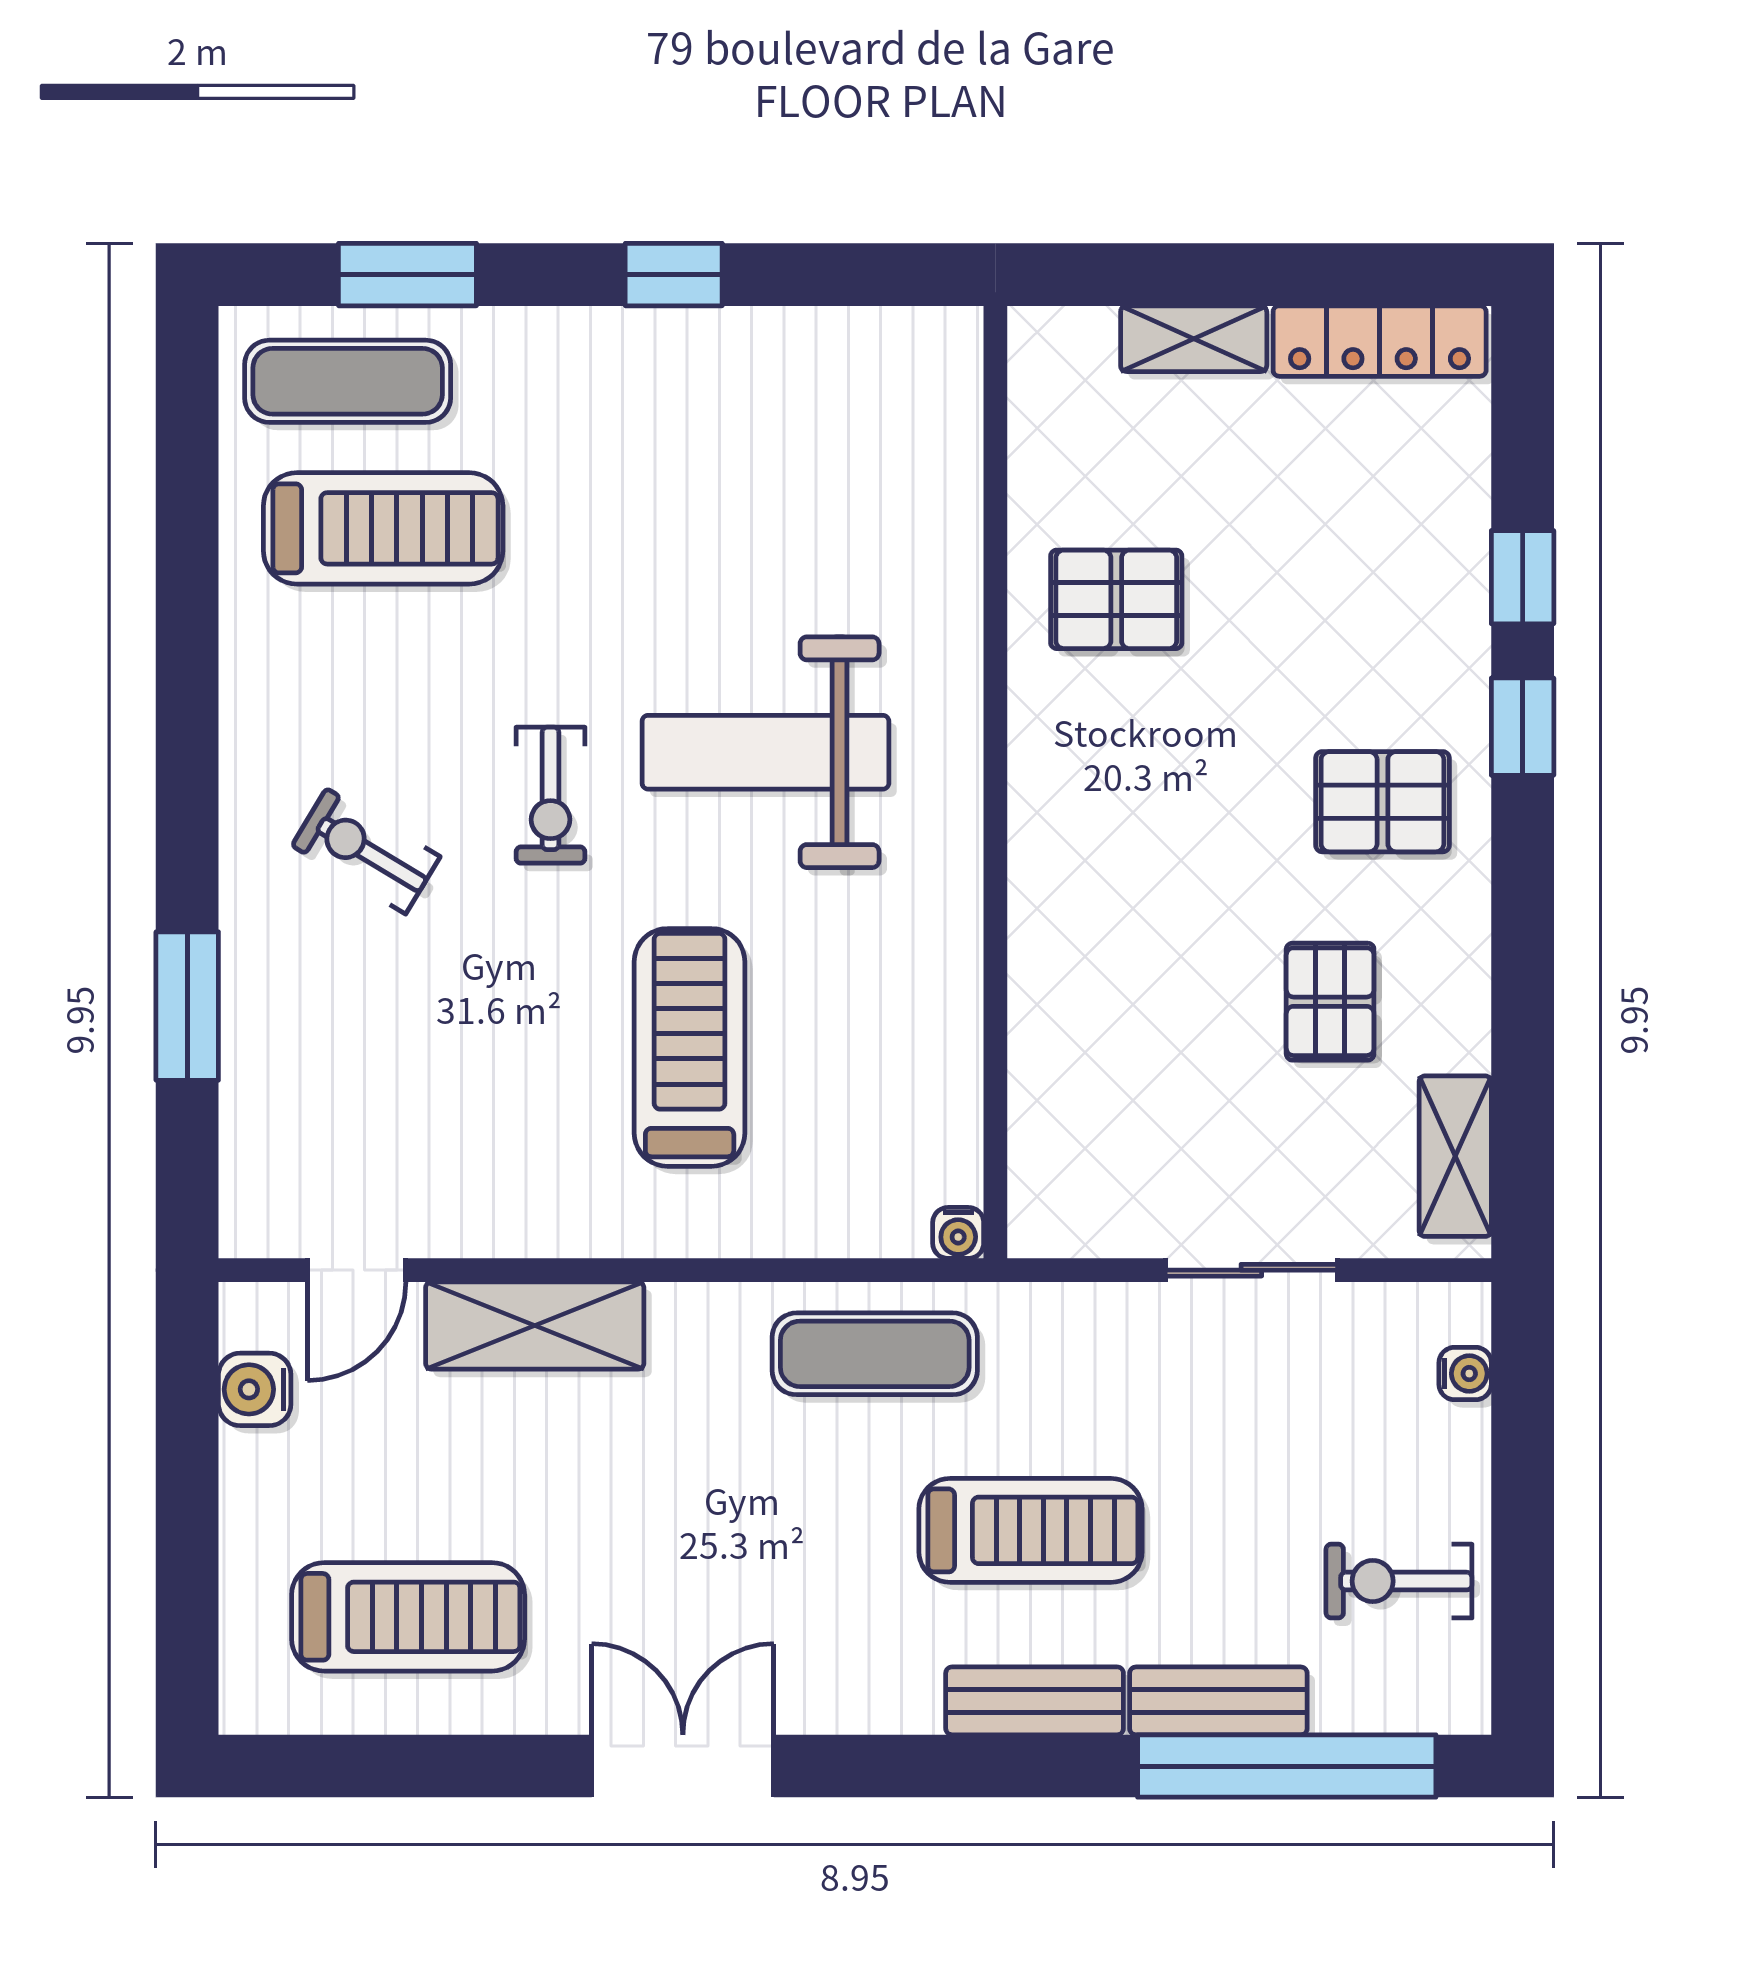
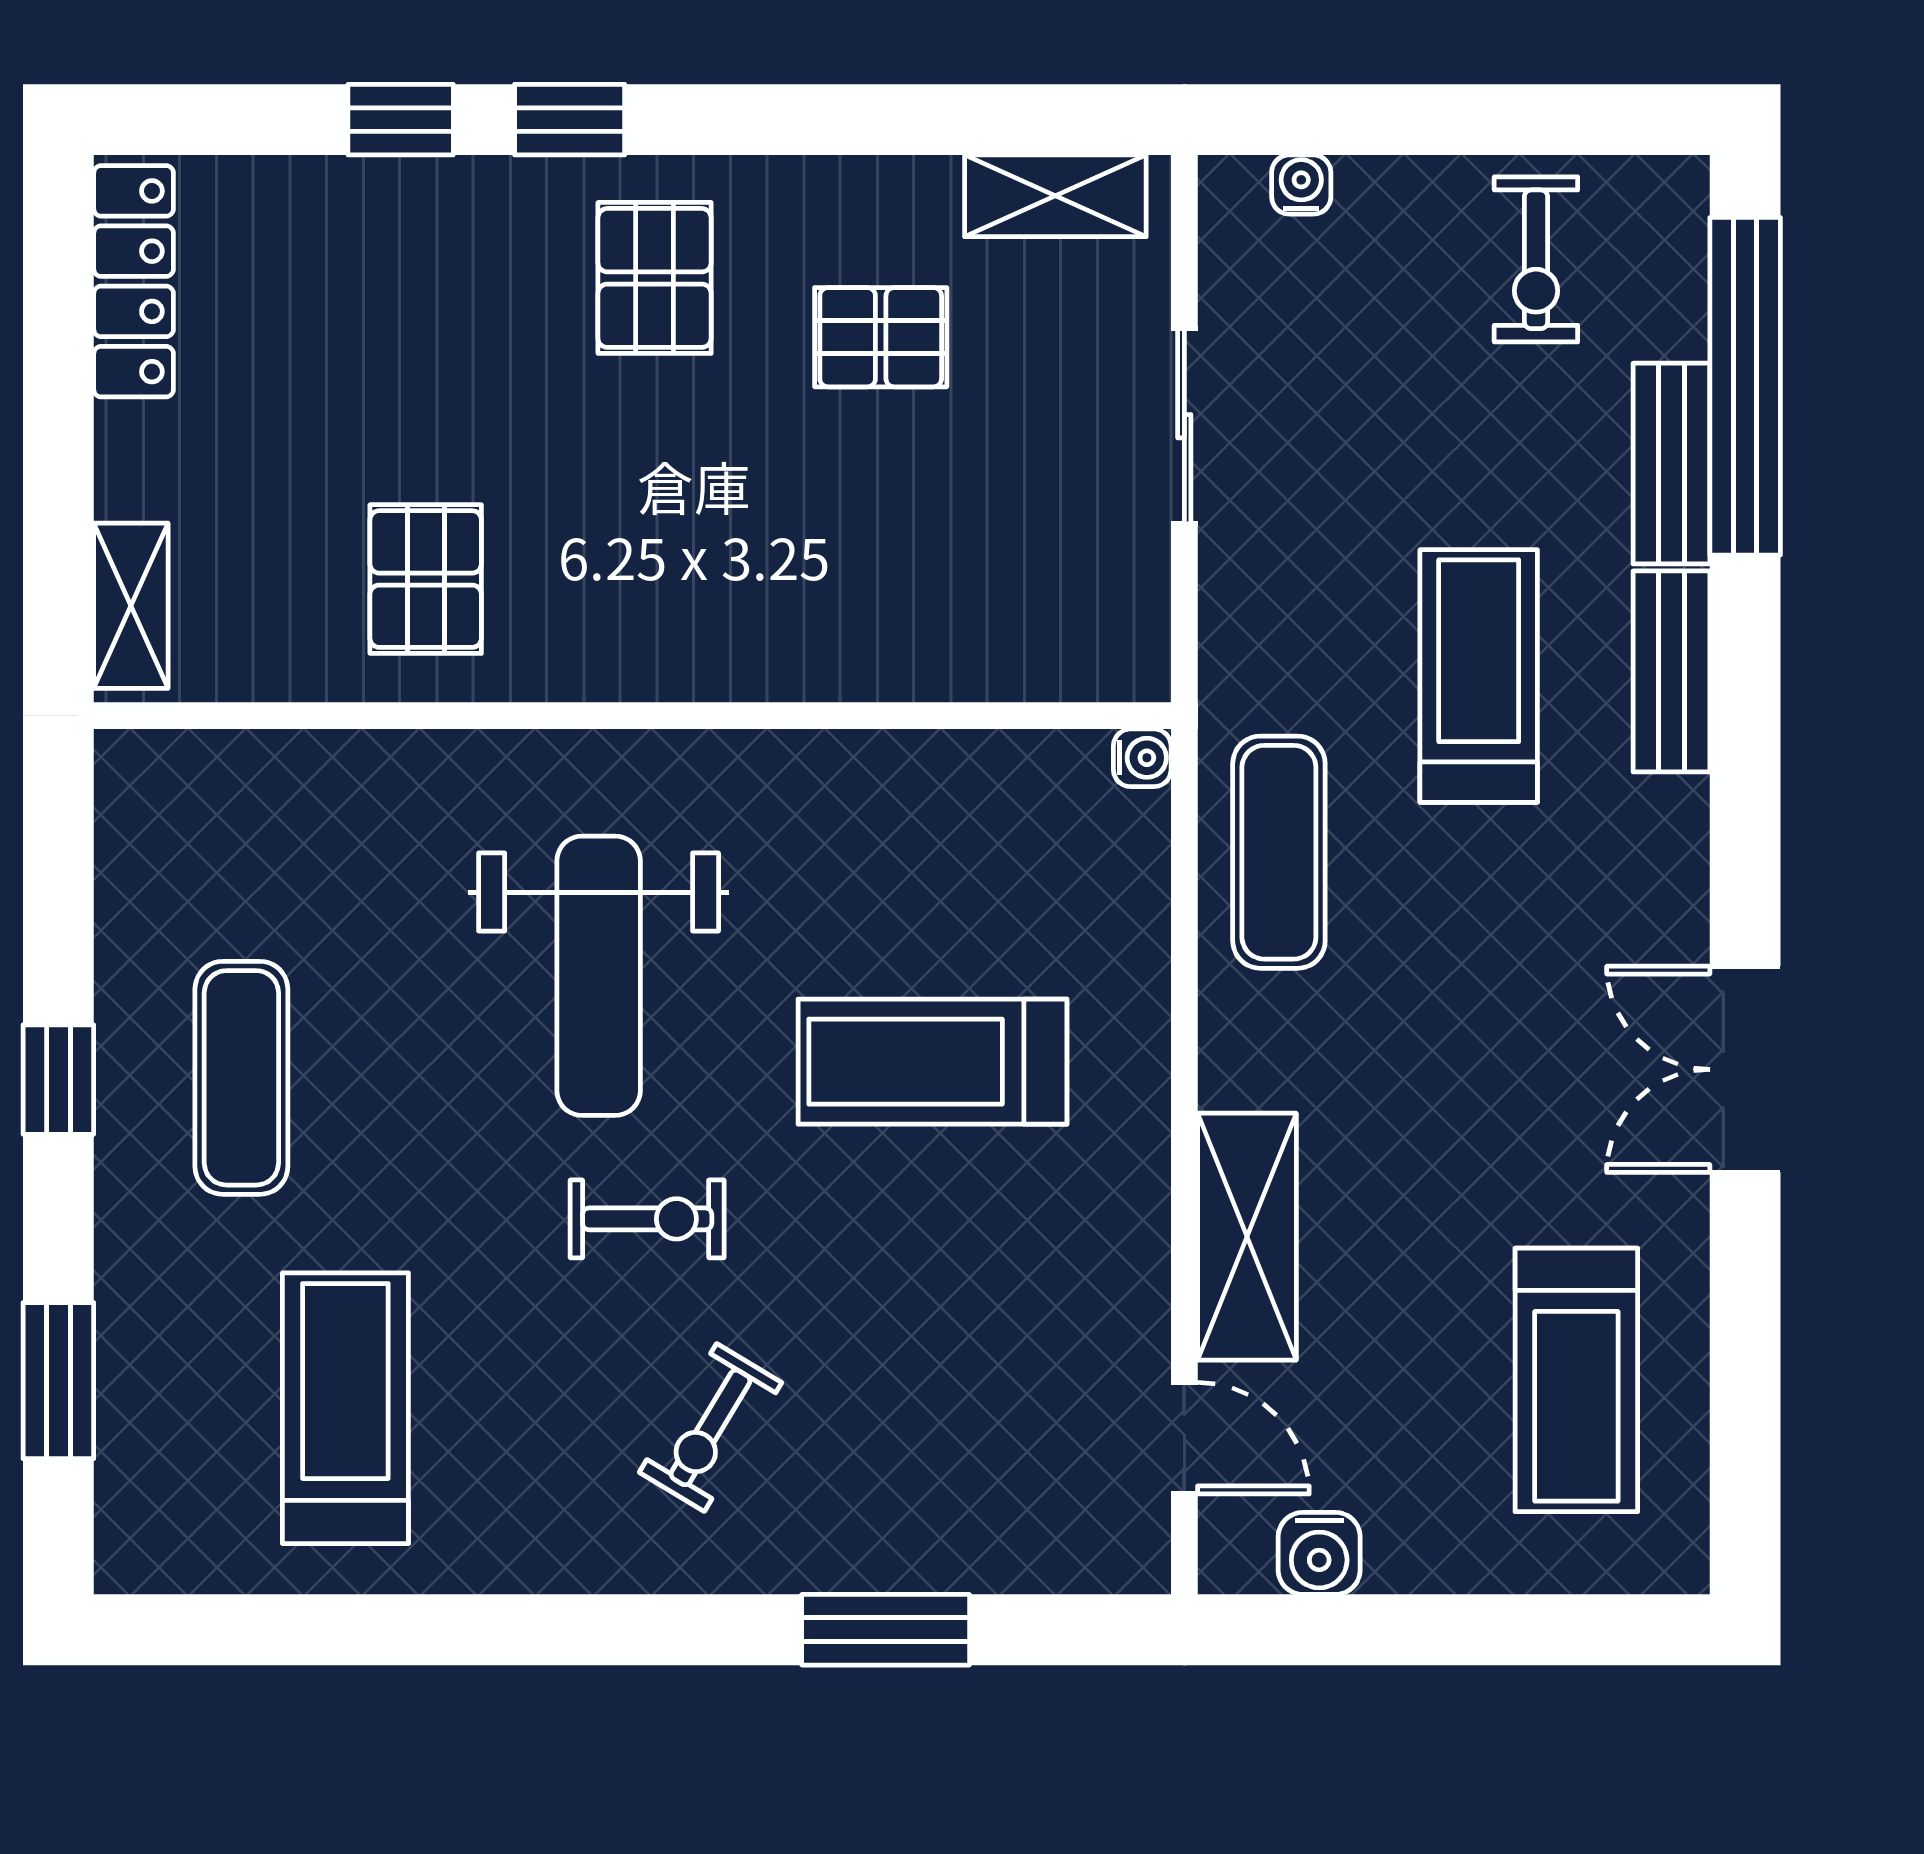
shelving: (1194, 339) -> (131, 606), moved
exercise mat: (348, 381) -> (241, 1078), moved
treadmill: (408, 1617) -> (1576, 1380), turned 180

